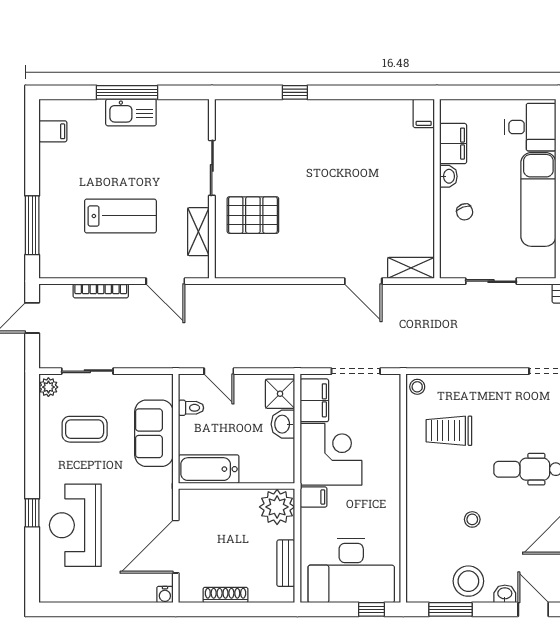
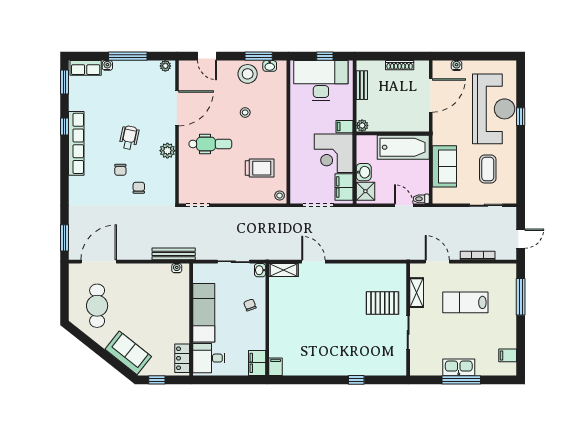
filing cabinet: (453, 144) -> (257, 363), moved
washbasin: (448, 176) -> (260, 270), moved
plant: (48, 387) -> (510, 195), removed
toilet: (191, 408) -> (421, 199), moved
coffee table: (85, 429) -> (488, 169), turned 90
bathtub: (209, 469) -> (403, 147), width x1.36, depth x1.36
plant: (277, 507) -> (362, 125), width x0.53, depth x0.53
reception desk: (75, 525) -> (494, 109), width x1.36, depth x1.30
water cooler: (165, 594) -> (457, 66), moved
washbasin: (505, 594) -> (270, 66), moved
window: (371, 609) -> (325, 56), moved

